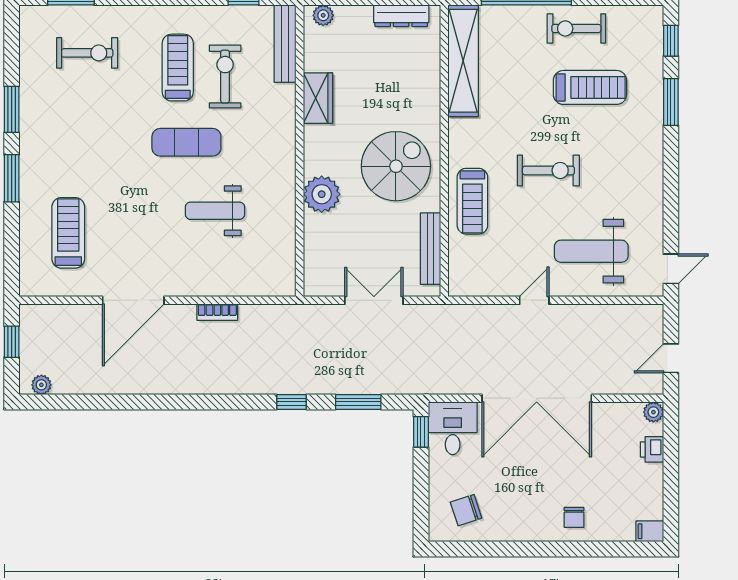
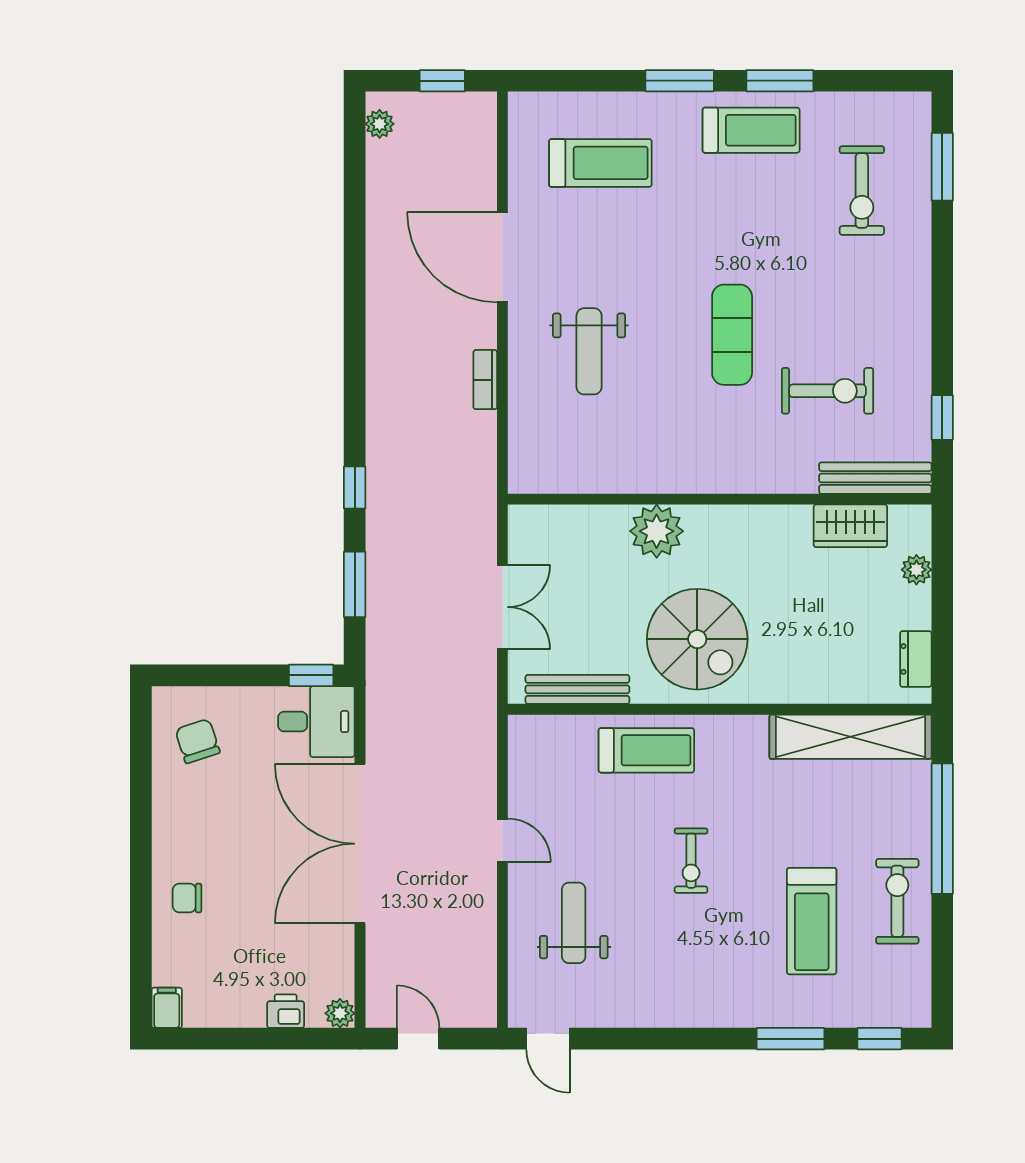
plant: (323, 15) -> (916, 570), moved
dresser: (401, 16) -> (916, 659), width x0.70
treadmill: (178, 68) -> (751, 130), moved
wardrobe: (318, 98) -> (850, 526), moved
exercise bike: (548, 170) -> (691, 861), width x0.73, depth x0.72
treadmill: (472, 201) -> (646, 750), turned 180
weight bench: (215, 211) -> (589, 351), moved, turned 180
weight bench: (591, 251) -> (574, 923), width x0.73, depth x0.75

